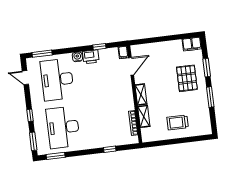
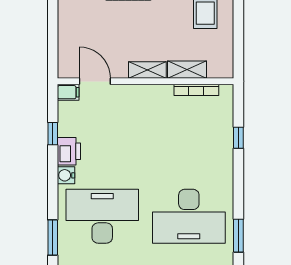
desk: (57, 80) -> (102, 216), turned 180

